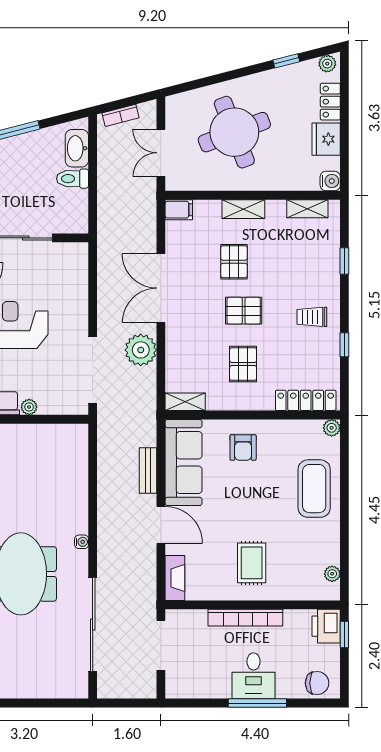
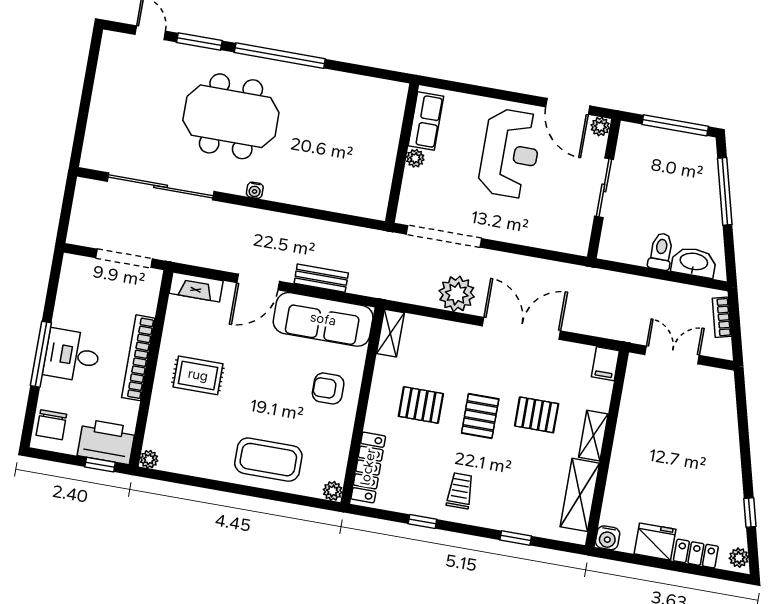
round table: (234, 132) -> (681, 441), removed
shelving: (307, 209) -> (580, 495), width x1.50, depth x1.33
plant: (332, 574) -> (149, 459), moved
printer: (326, 626) -> (106, 442), width x1.37, depth x1.19

